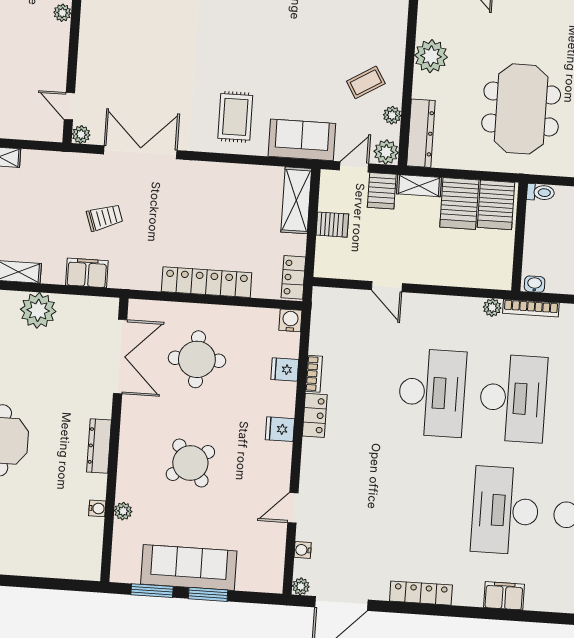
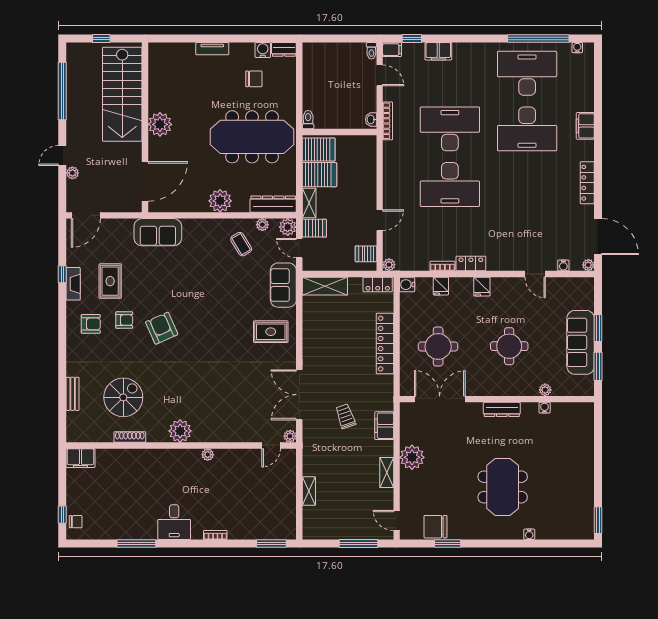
meeting table: (521, 109) -> (252, 137), width x1.36
server rack: (332, 225) -> (366, 254), moved, turned -90
plant: (492, 307) -> (389, 265), moved
desk: (432, 393) -> (450, 185), turned 180
round table: (190, 463) -> (509, 346), turned 36

